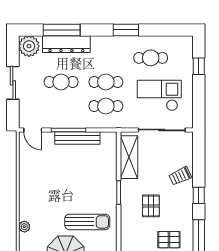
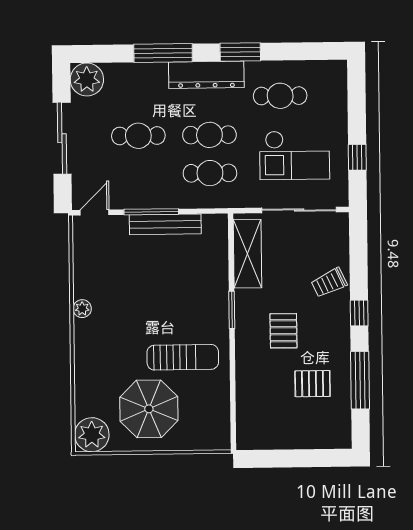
window: (62, 30) -> (163, 53), moved
dresser: (66, 44) -> (206, 75), moved
window: (199, 66) -> (357, 157), moved
sliding door: (13, 83) -> (62, 138), width x1.37
checkout: (159, 95) -> (295, 155), turned 180
door: (33, 130) -> (95, 212), swing flipped
plant: (24, 227) -> (82, 309), moved

